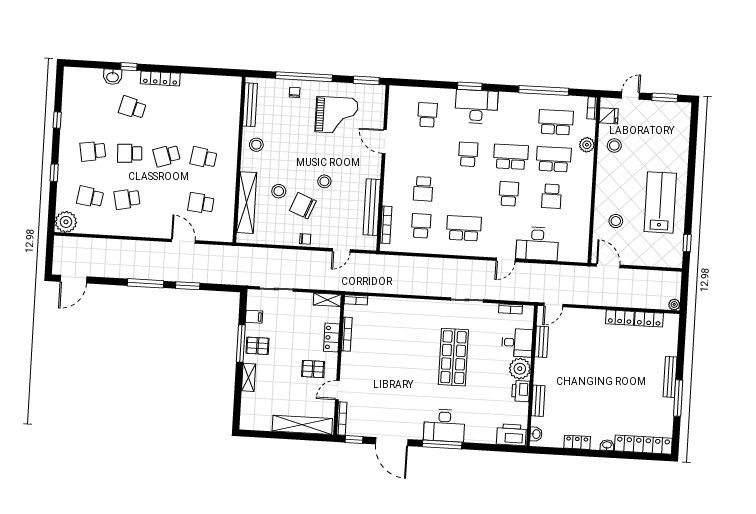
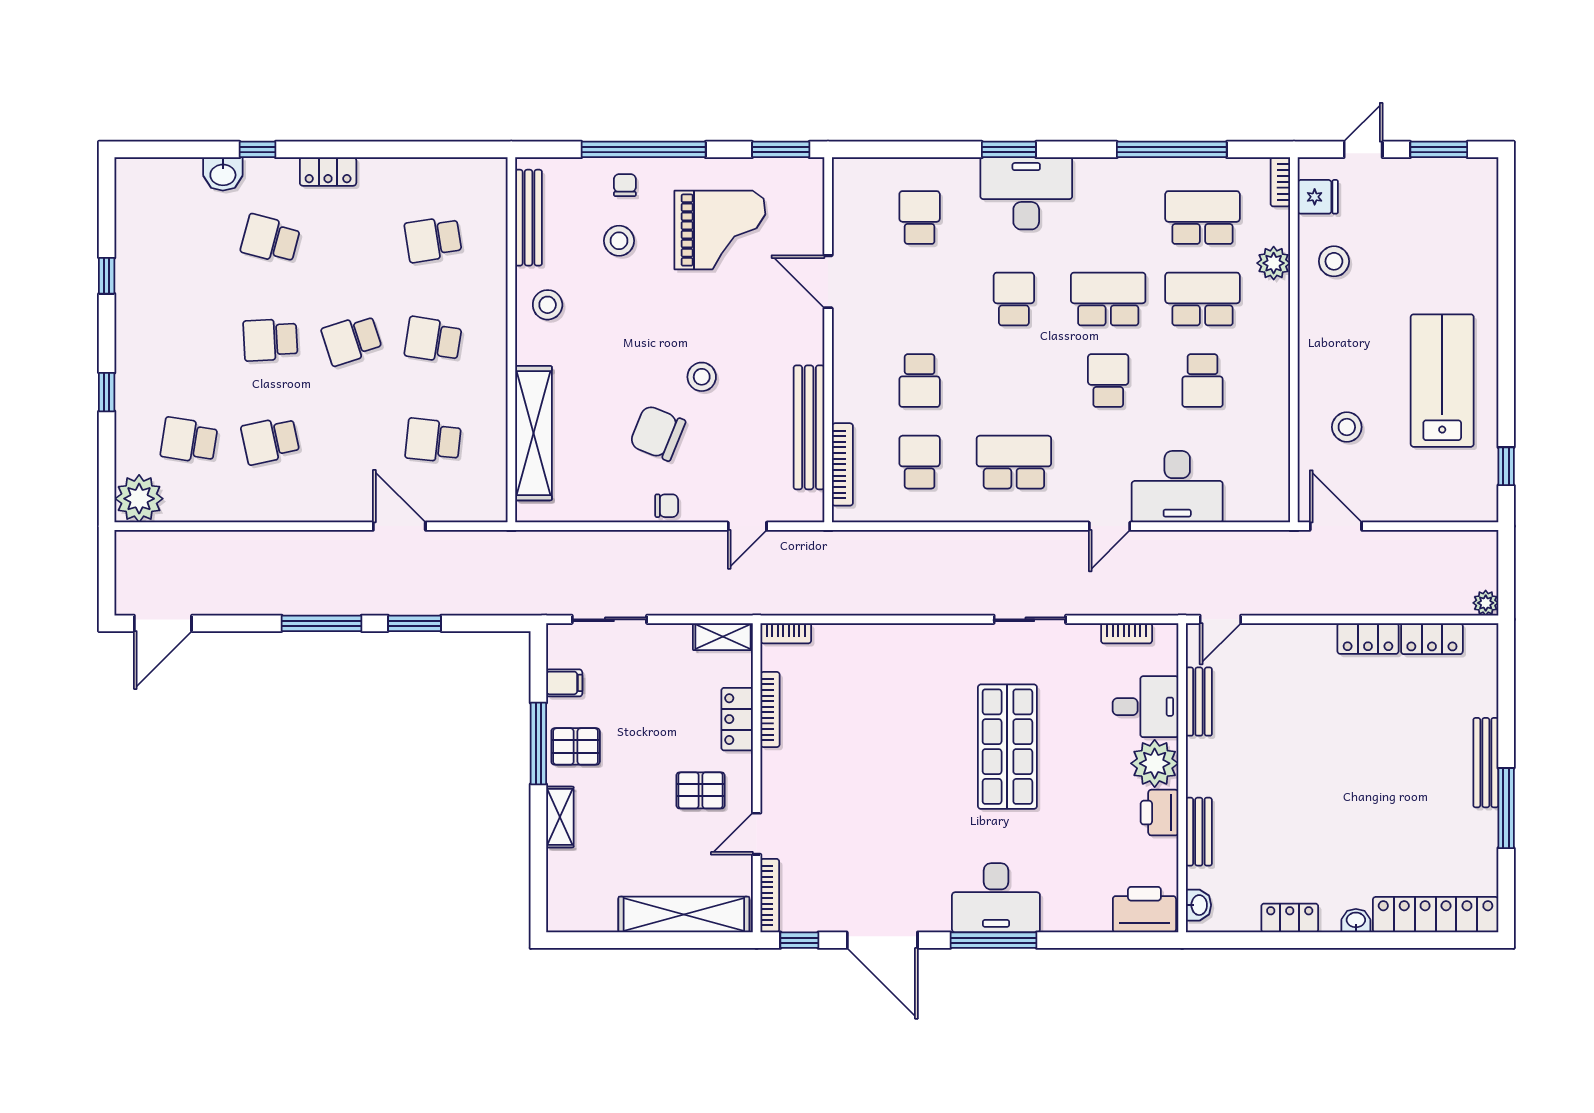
locker: (160, 78) -> (328, 171), width x0.66
school desk: (93, 151) -> (433, 239), moved
stool: (279, 191) -> (619, 241), moved

